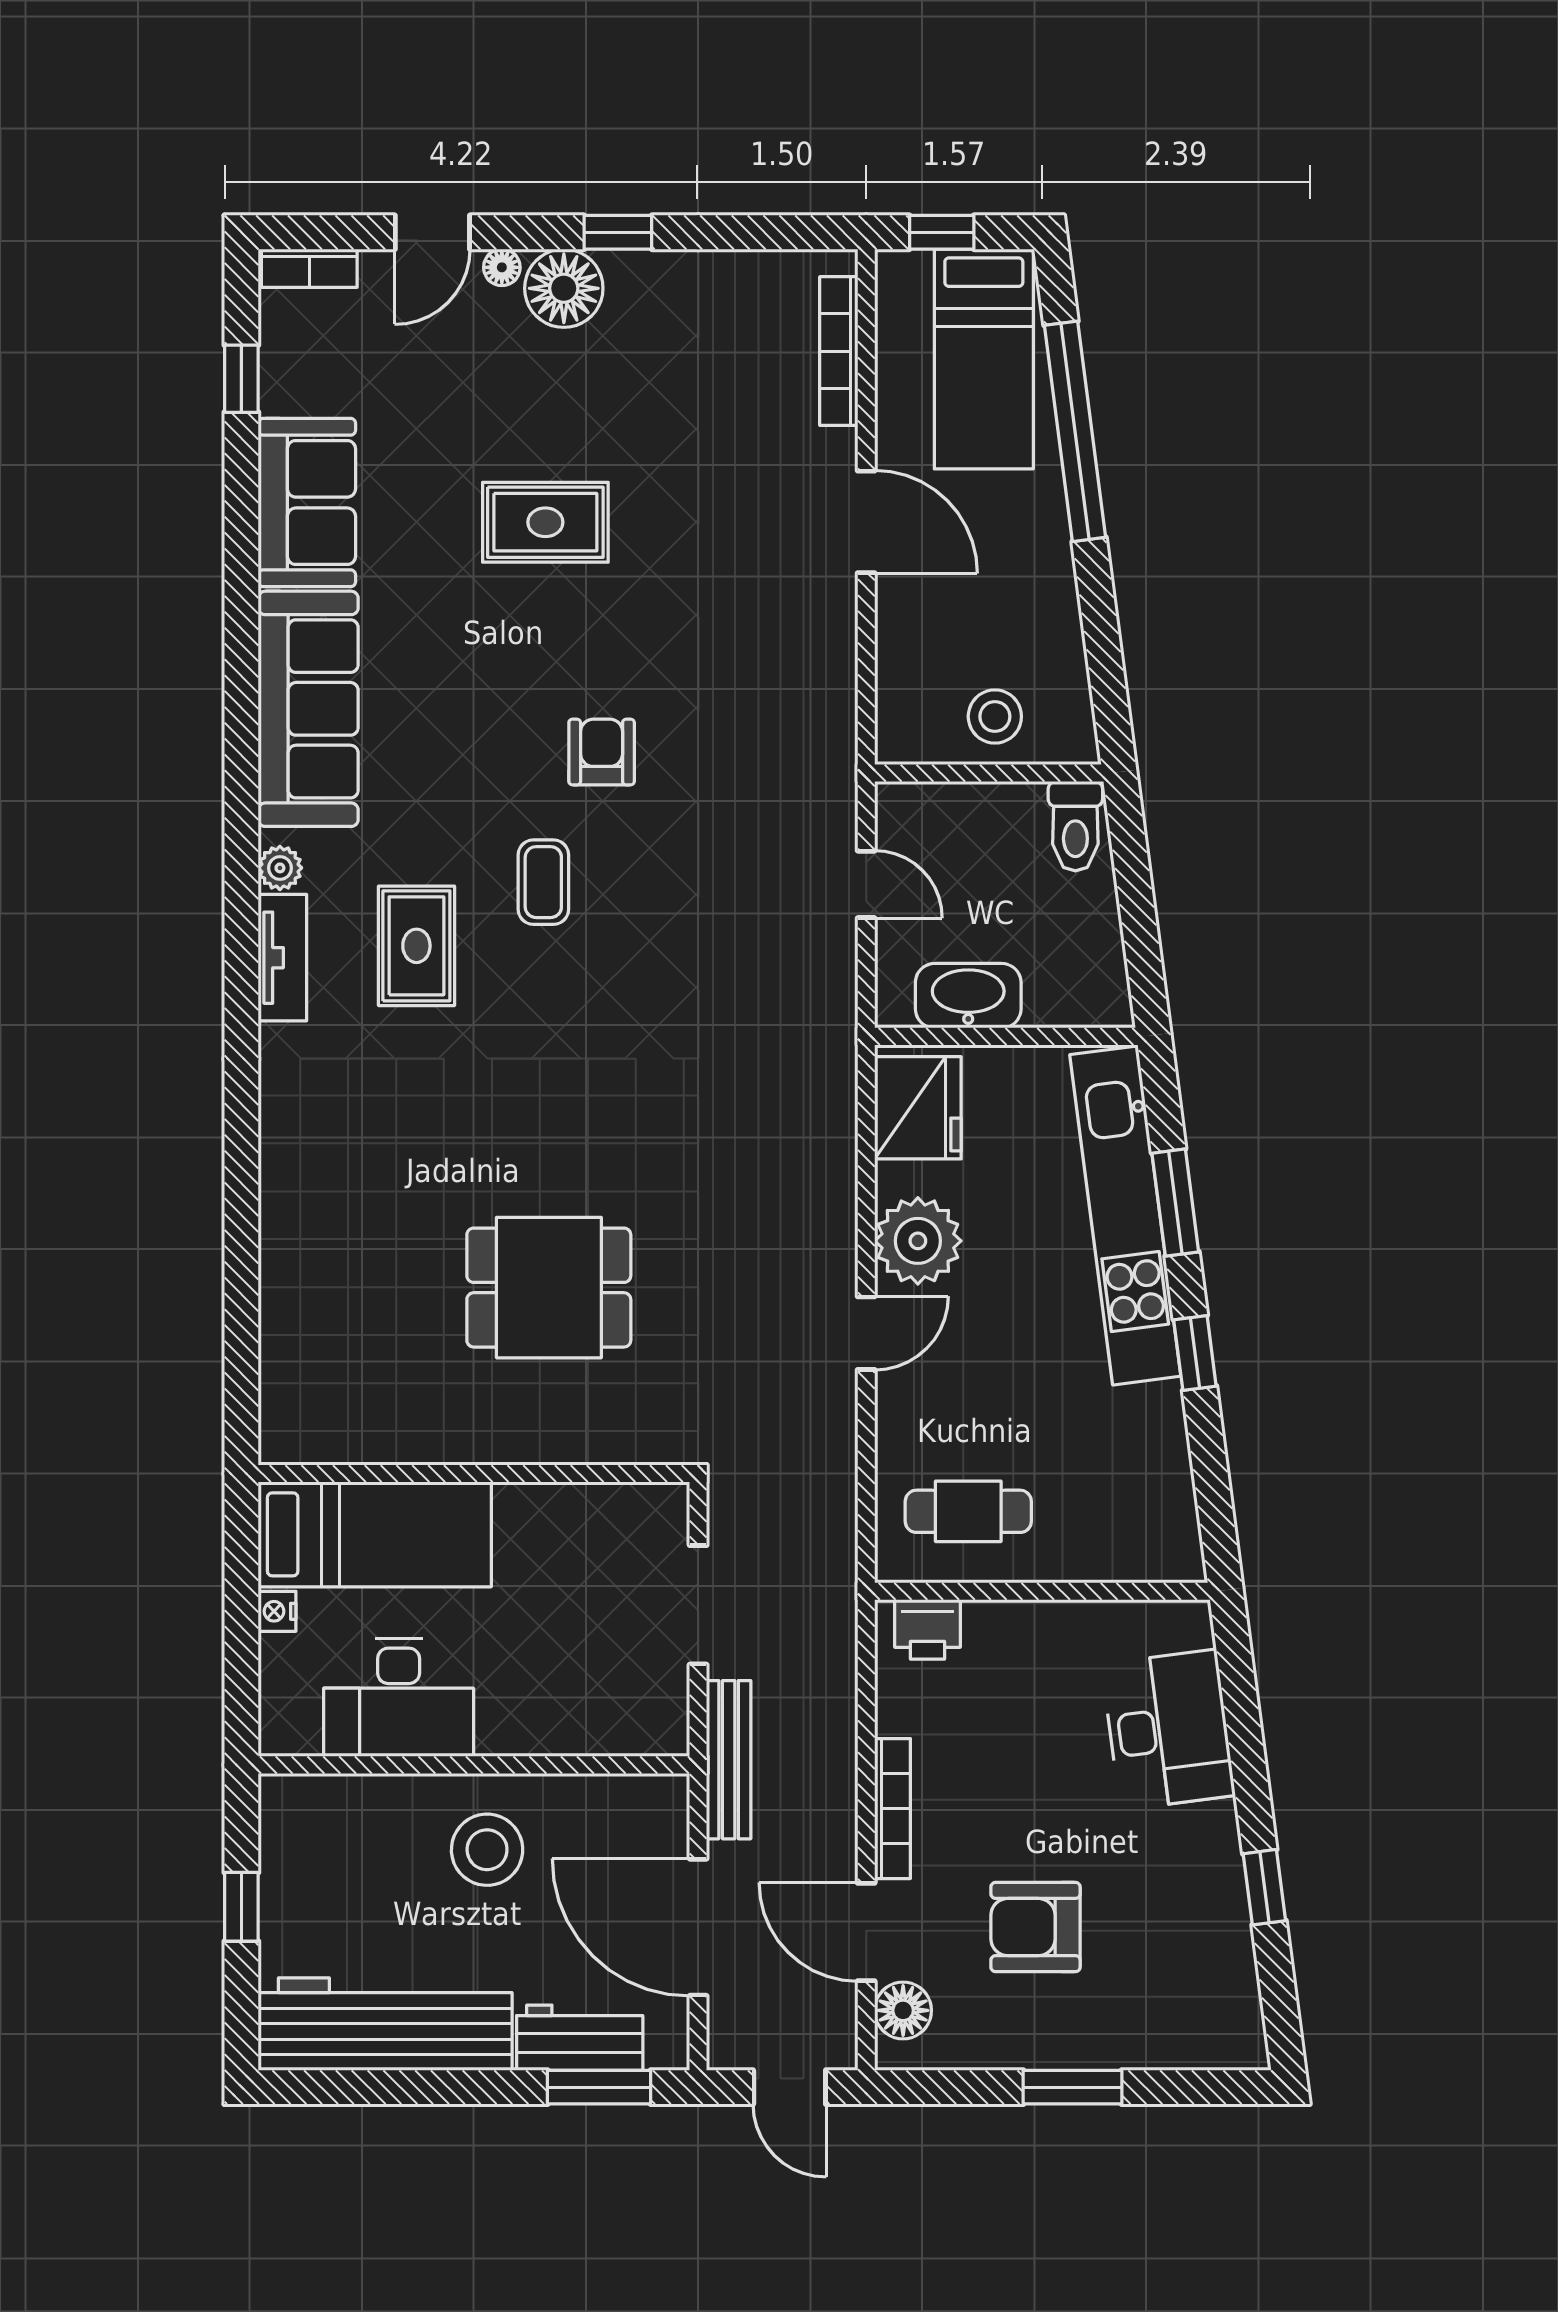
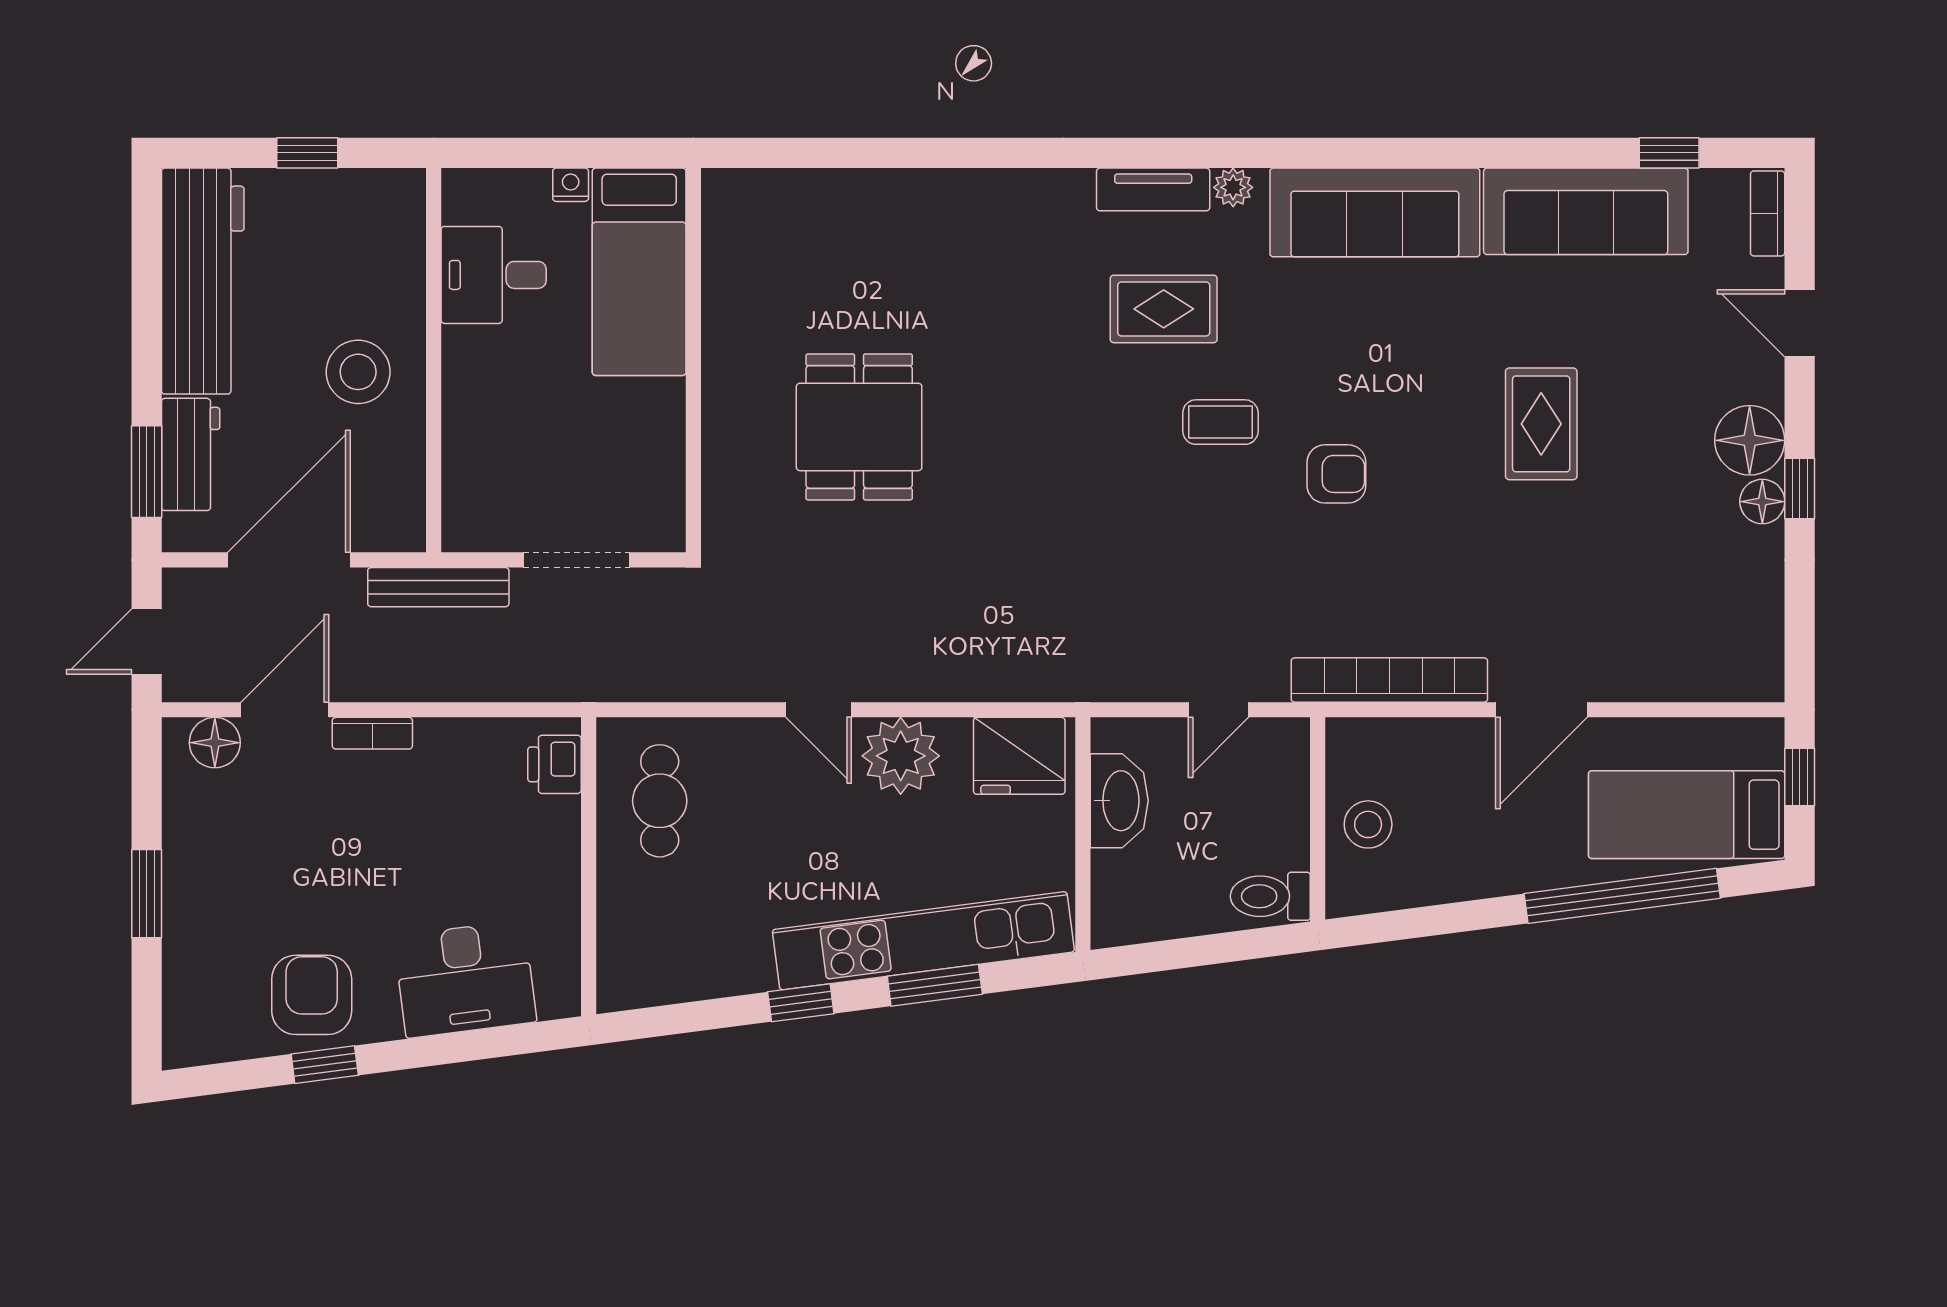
floor lamp: (502, 267) -> (1762, 502), moved, width x1.37, depth x1.37
bookcase: (839, 351) -> (1389, 680), moved, width x1.48, depth x1.31
sofa: (307, 503) -> (1586, 211), width x1.36
desk: (399, 1698) -> (494, 275), width x0.73
bookcase: (892, 1809) -> (372, 733), width x0.64
armchair: (1036, 1927) -> (312, 995), moved

